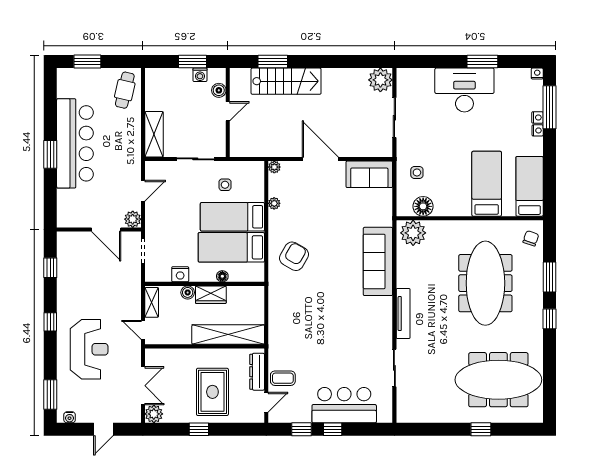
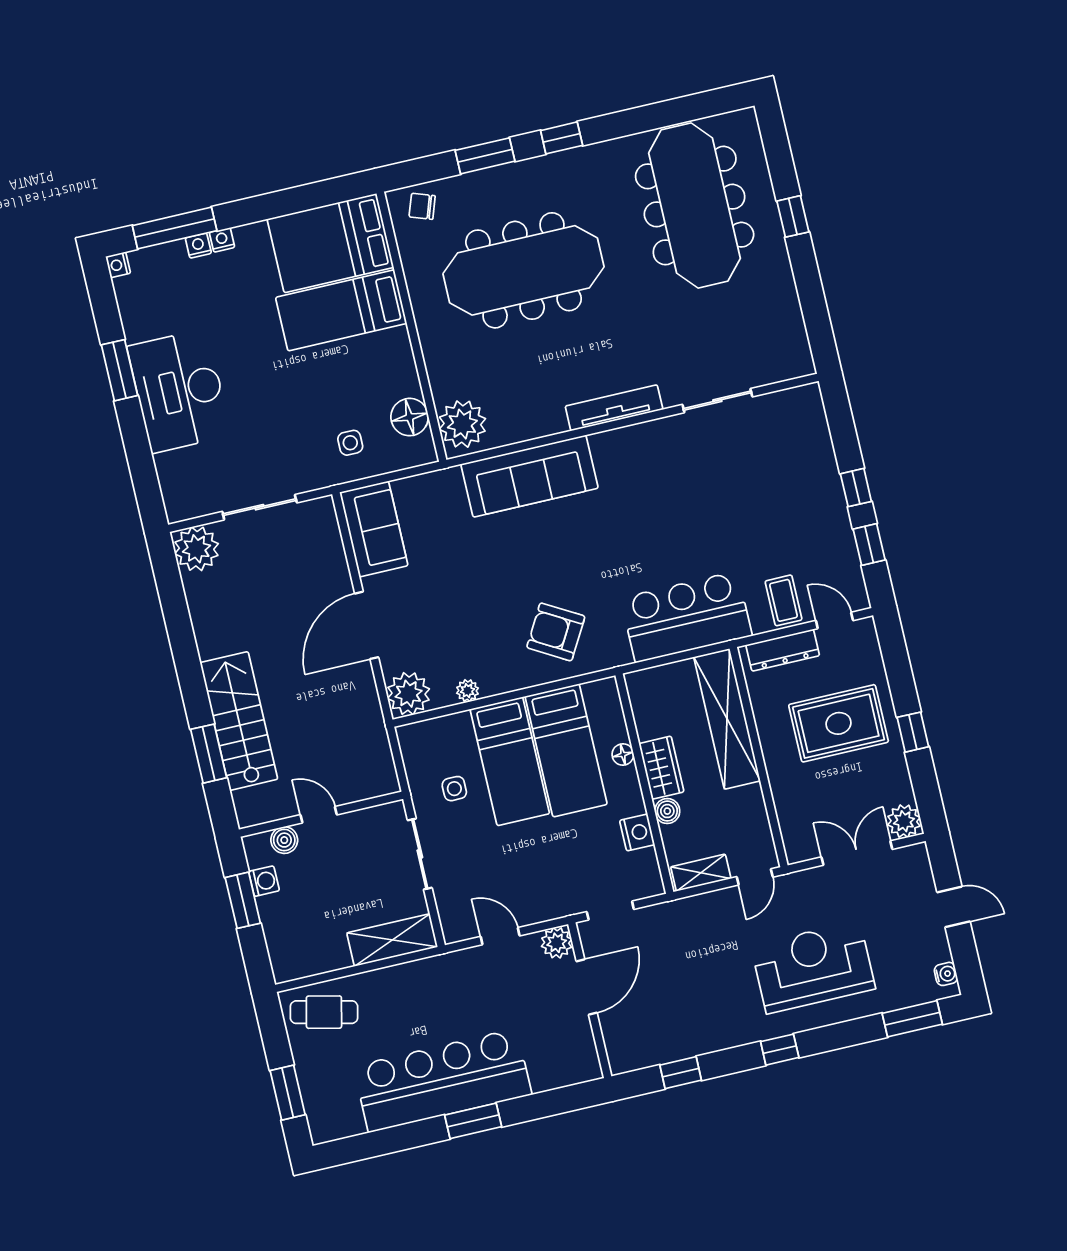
plant: (274, 167) -> (409, 694), width x1.88, depth x1.88
bed: (530, 186) -> (330, 243), width x1.50
bar counter: (344, 405) -> (686, 617), moved, turned 90

